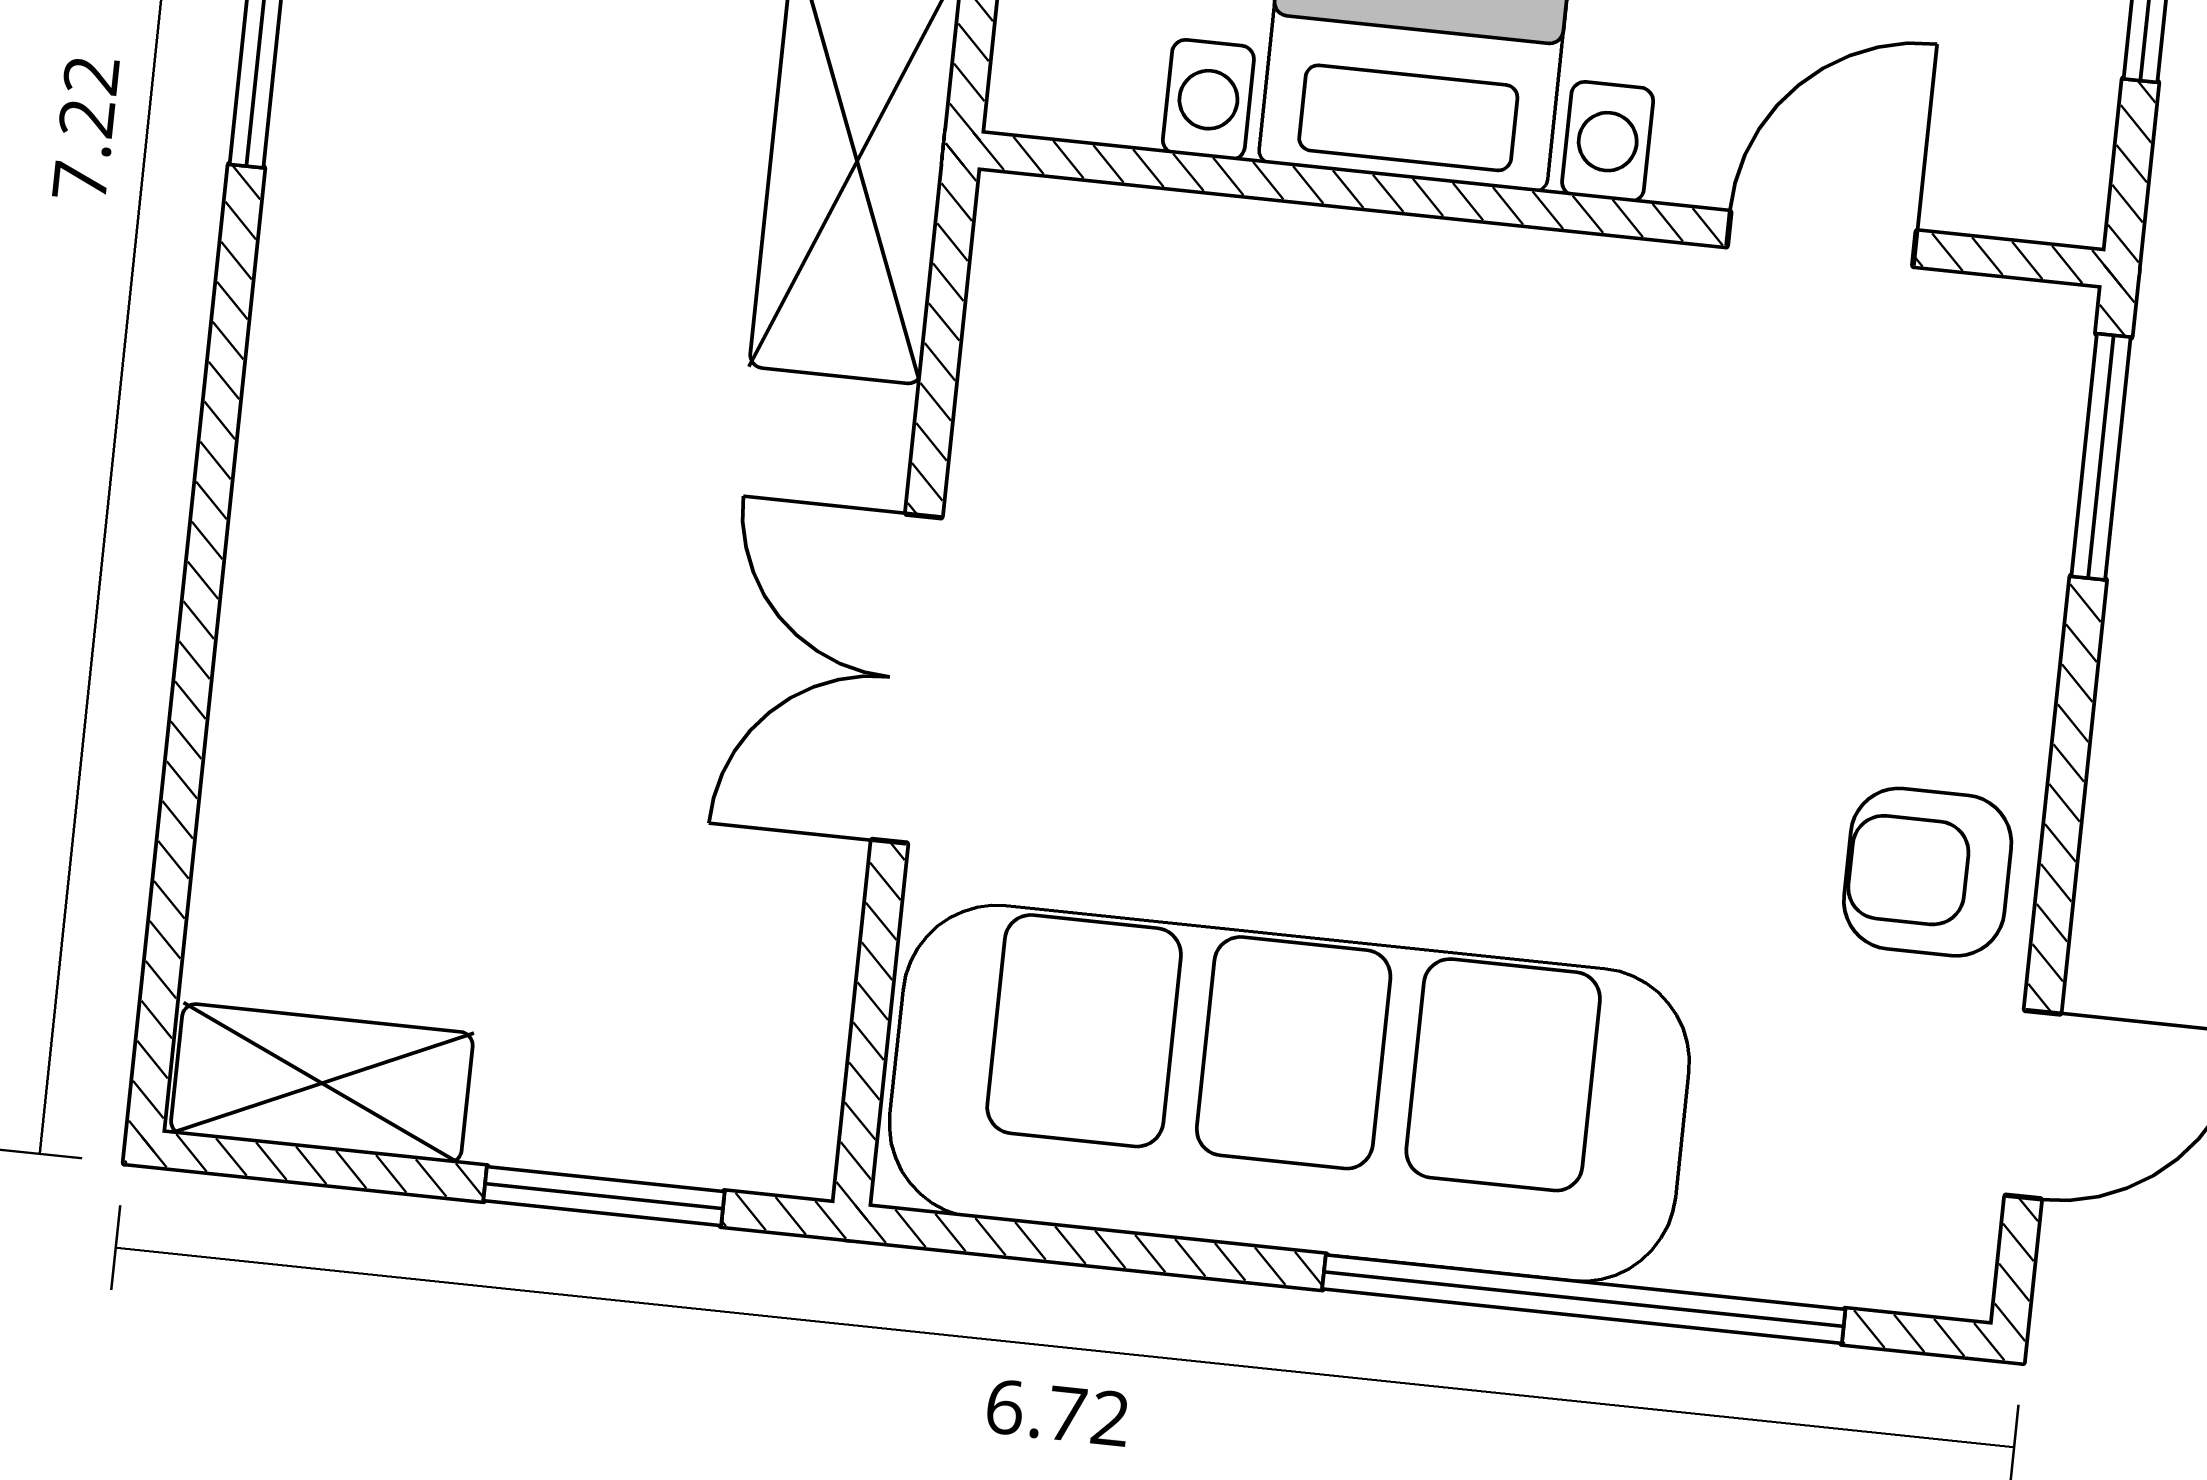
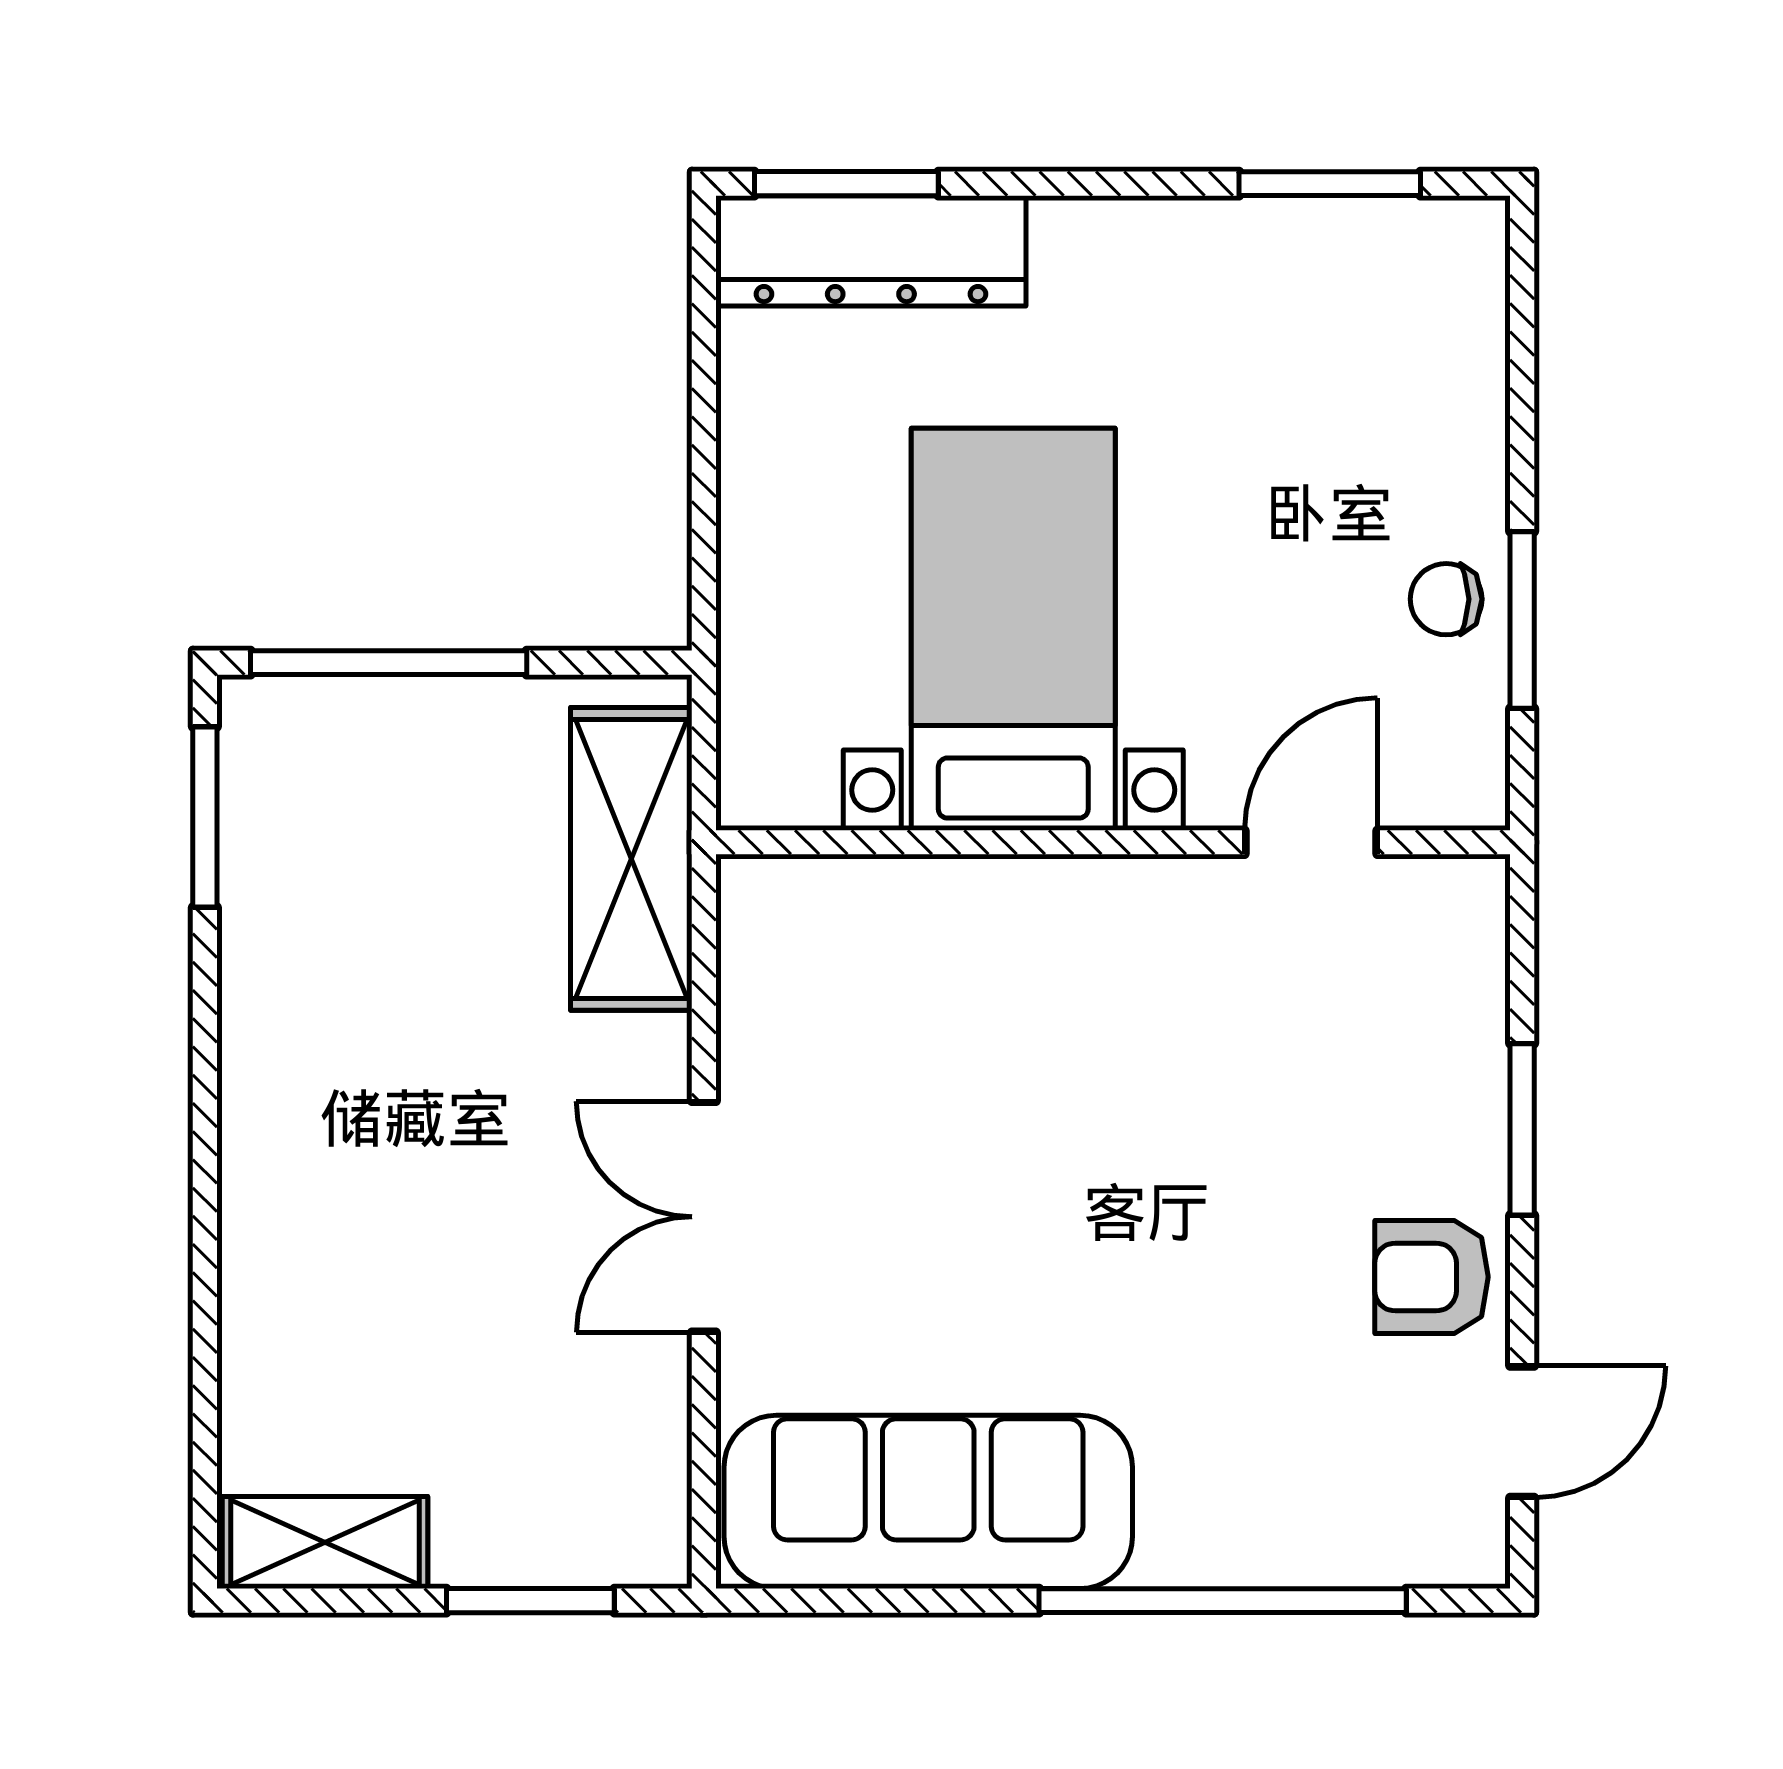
window: (2101, 457) -> (1522, 1129), moved
sofa: (1289, 1093) -> (928, 1502), width x0.74, depth x0.79

